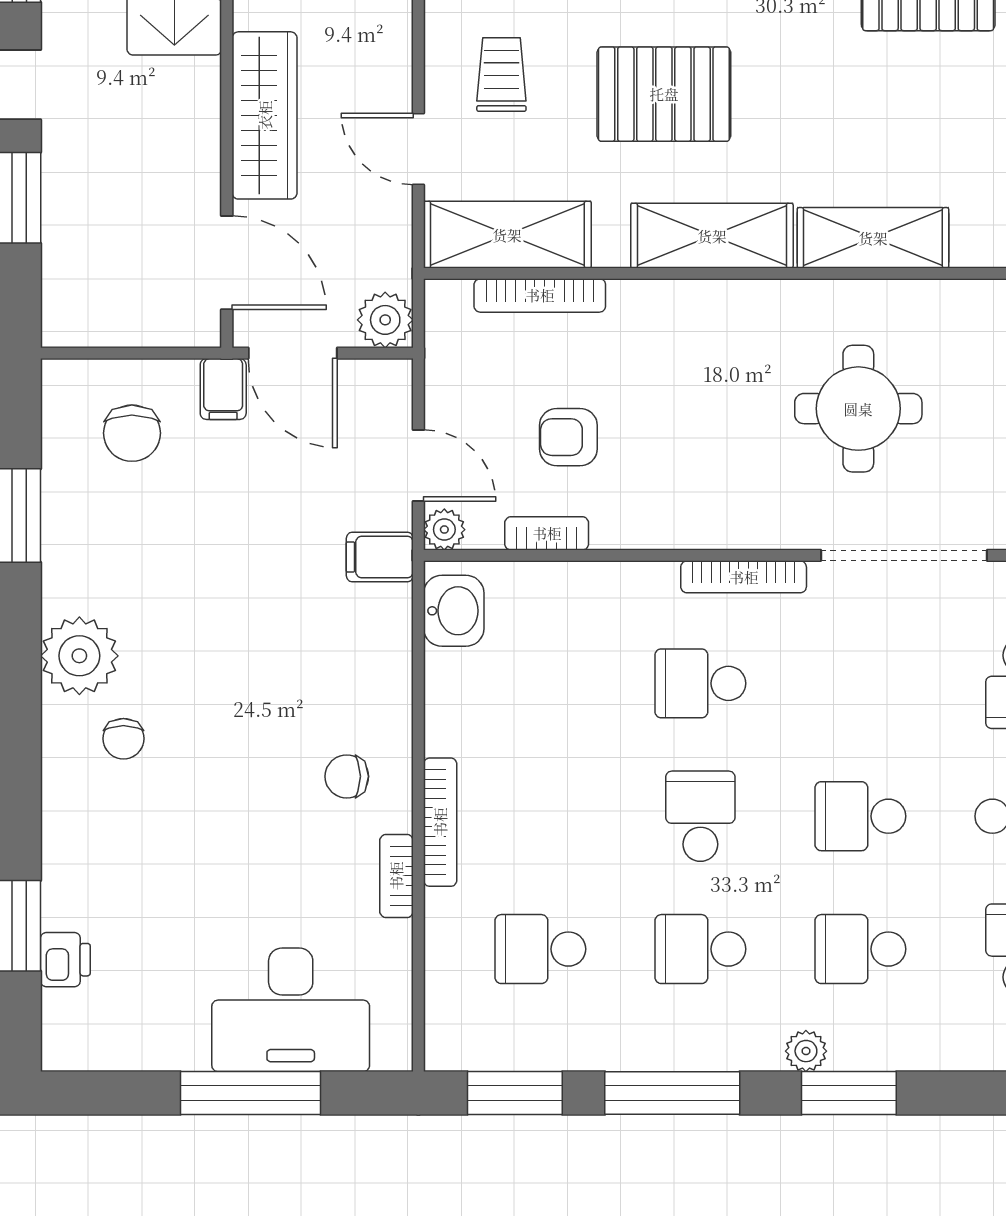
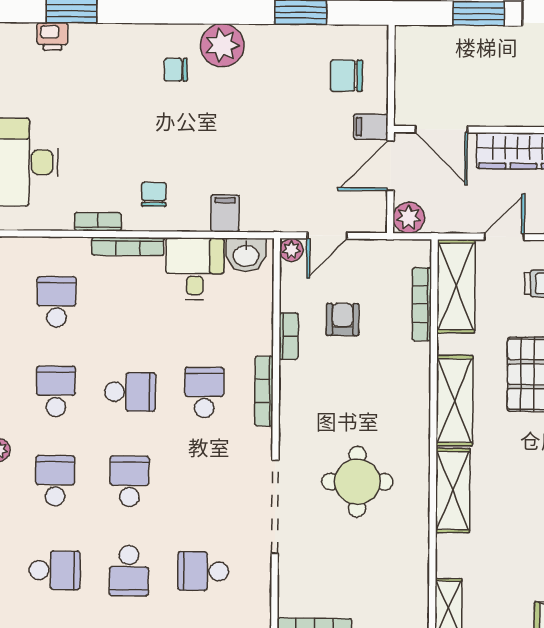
door: (227, 263) -> (441, 129), hinge flipped
bookcase: (547, 533) -> (289, 336), moved
filing cabinet: (380, 557) -> (225, 213), moved
bookcase: (744, 577) -> (264, 391), moved
desk: (479, 702) -> (195, 269), added

